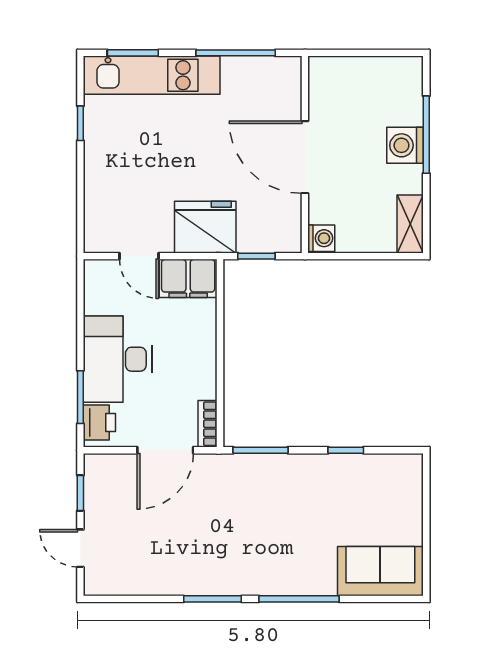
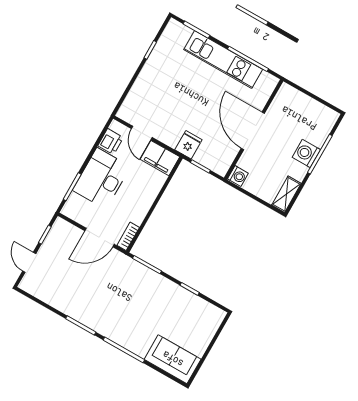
kitchen unit: (152, 75) -> (223, 60), moved
fridge: (205, 227) -> (188, 145), width x0.53, depth x0.75
printer: (99, 423) -> (111, 142), moved

